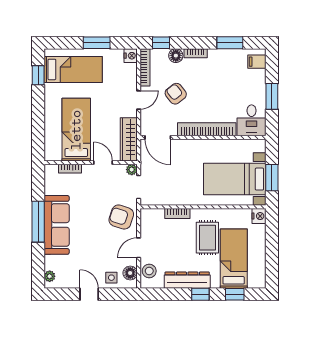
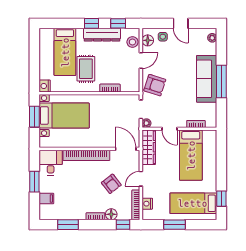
nightstand: (131, 56) -> (147, 204), moved
filing cabinet: (257, 62) -> (46, 198), moved
window: (235, 294) -> (118, 23), moved

